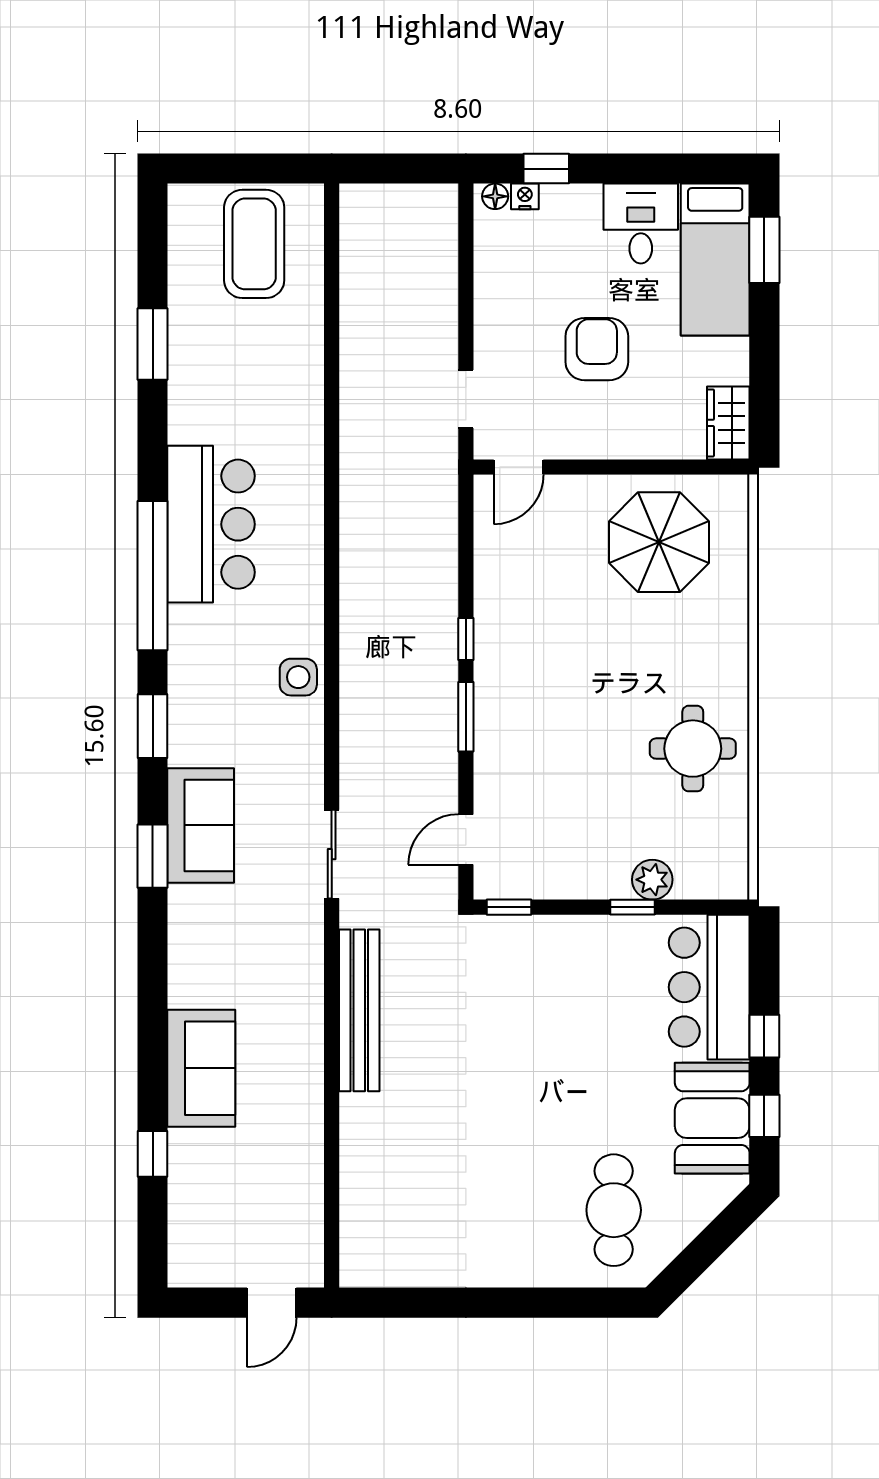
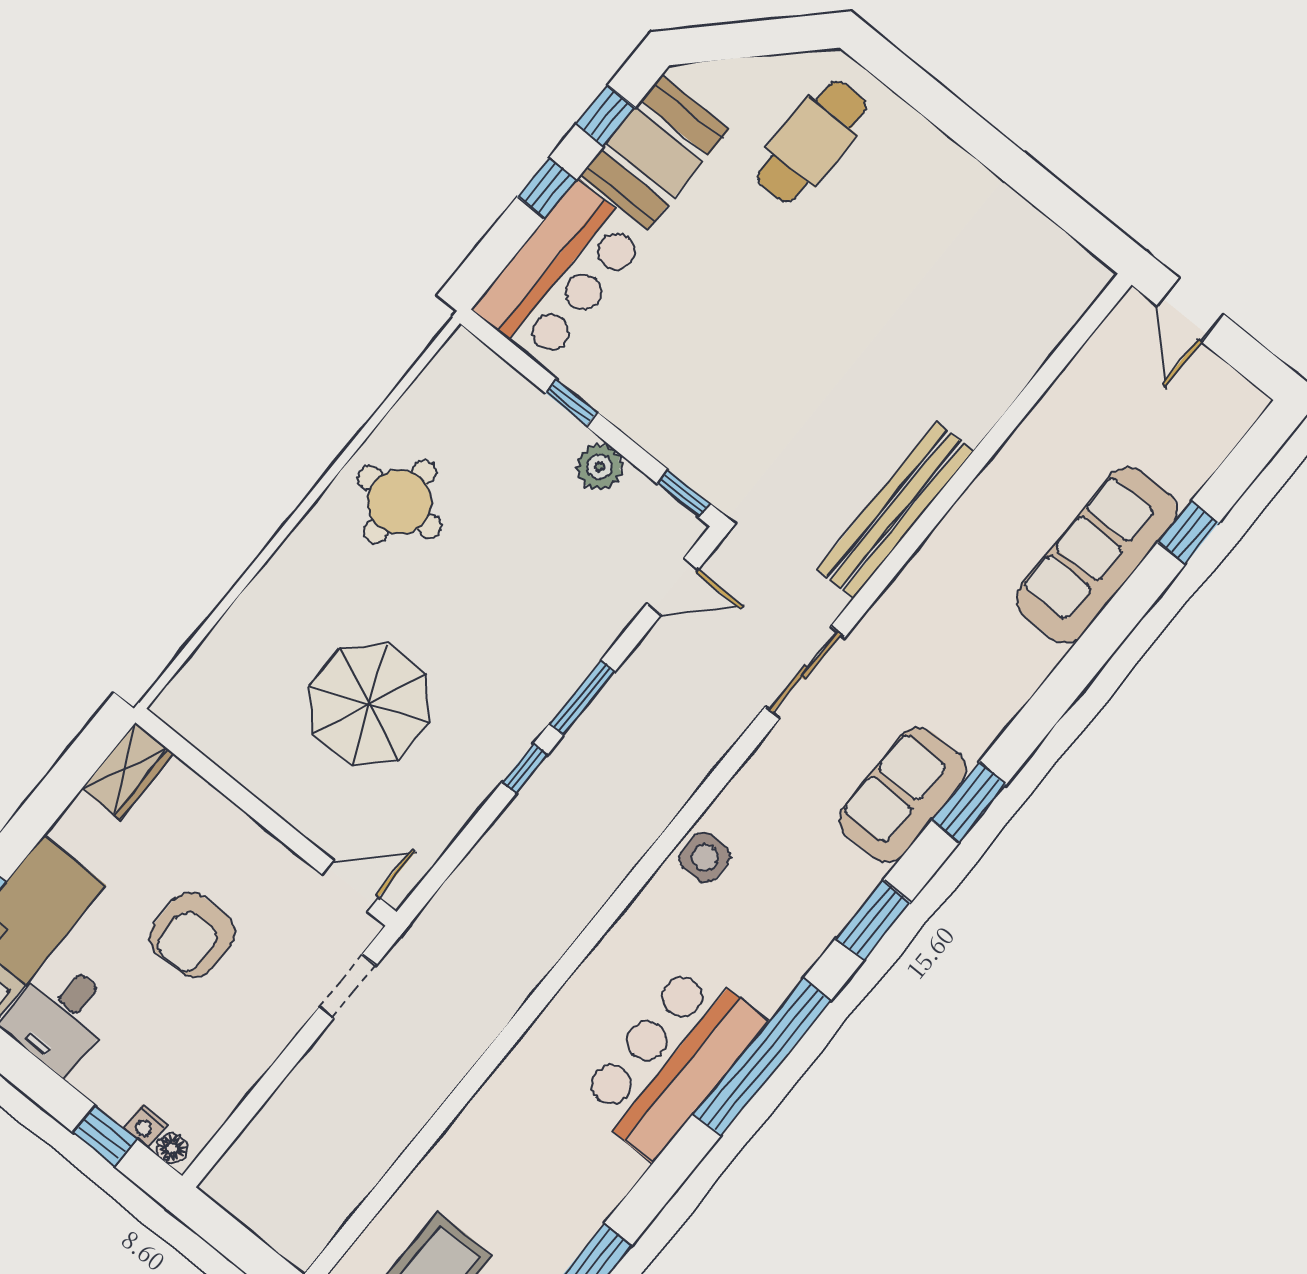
parasol: (659, 542) -> (369, 704), moved
plant: (652, 880) -> (600, 467), moved
sofa: (201, 1068) -> (1097, 555), width x1.36
door: (272, 1303) -> (1190, 310), swing flipped

